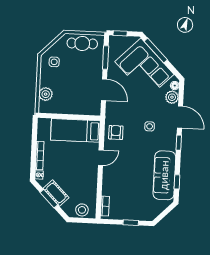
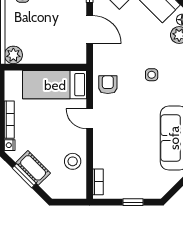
plant: (46, 94) -> (13, 55), moved
door: (101, 158) -> (90, 119), swing flipped
stool: (82, 210) -> (73, 161), moved

